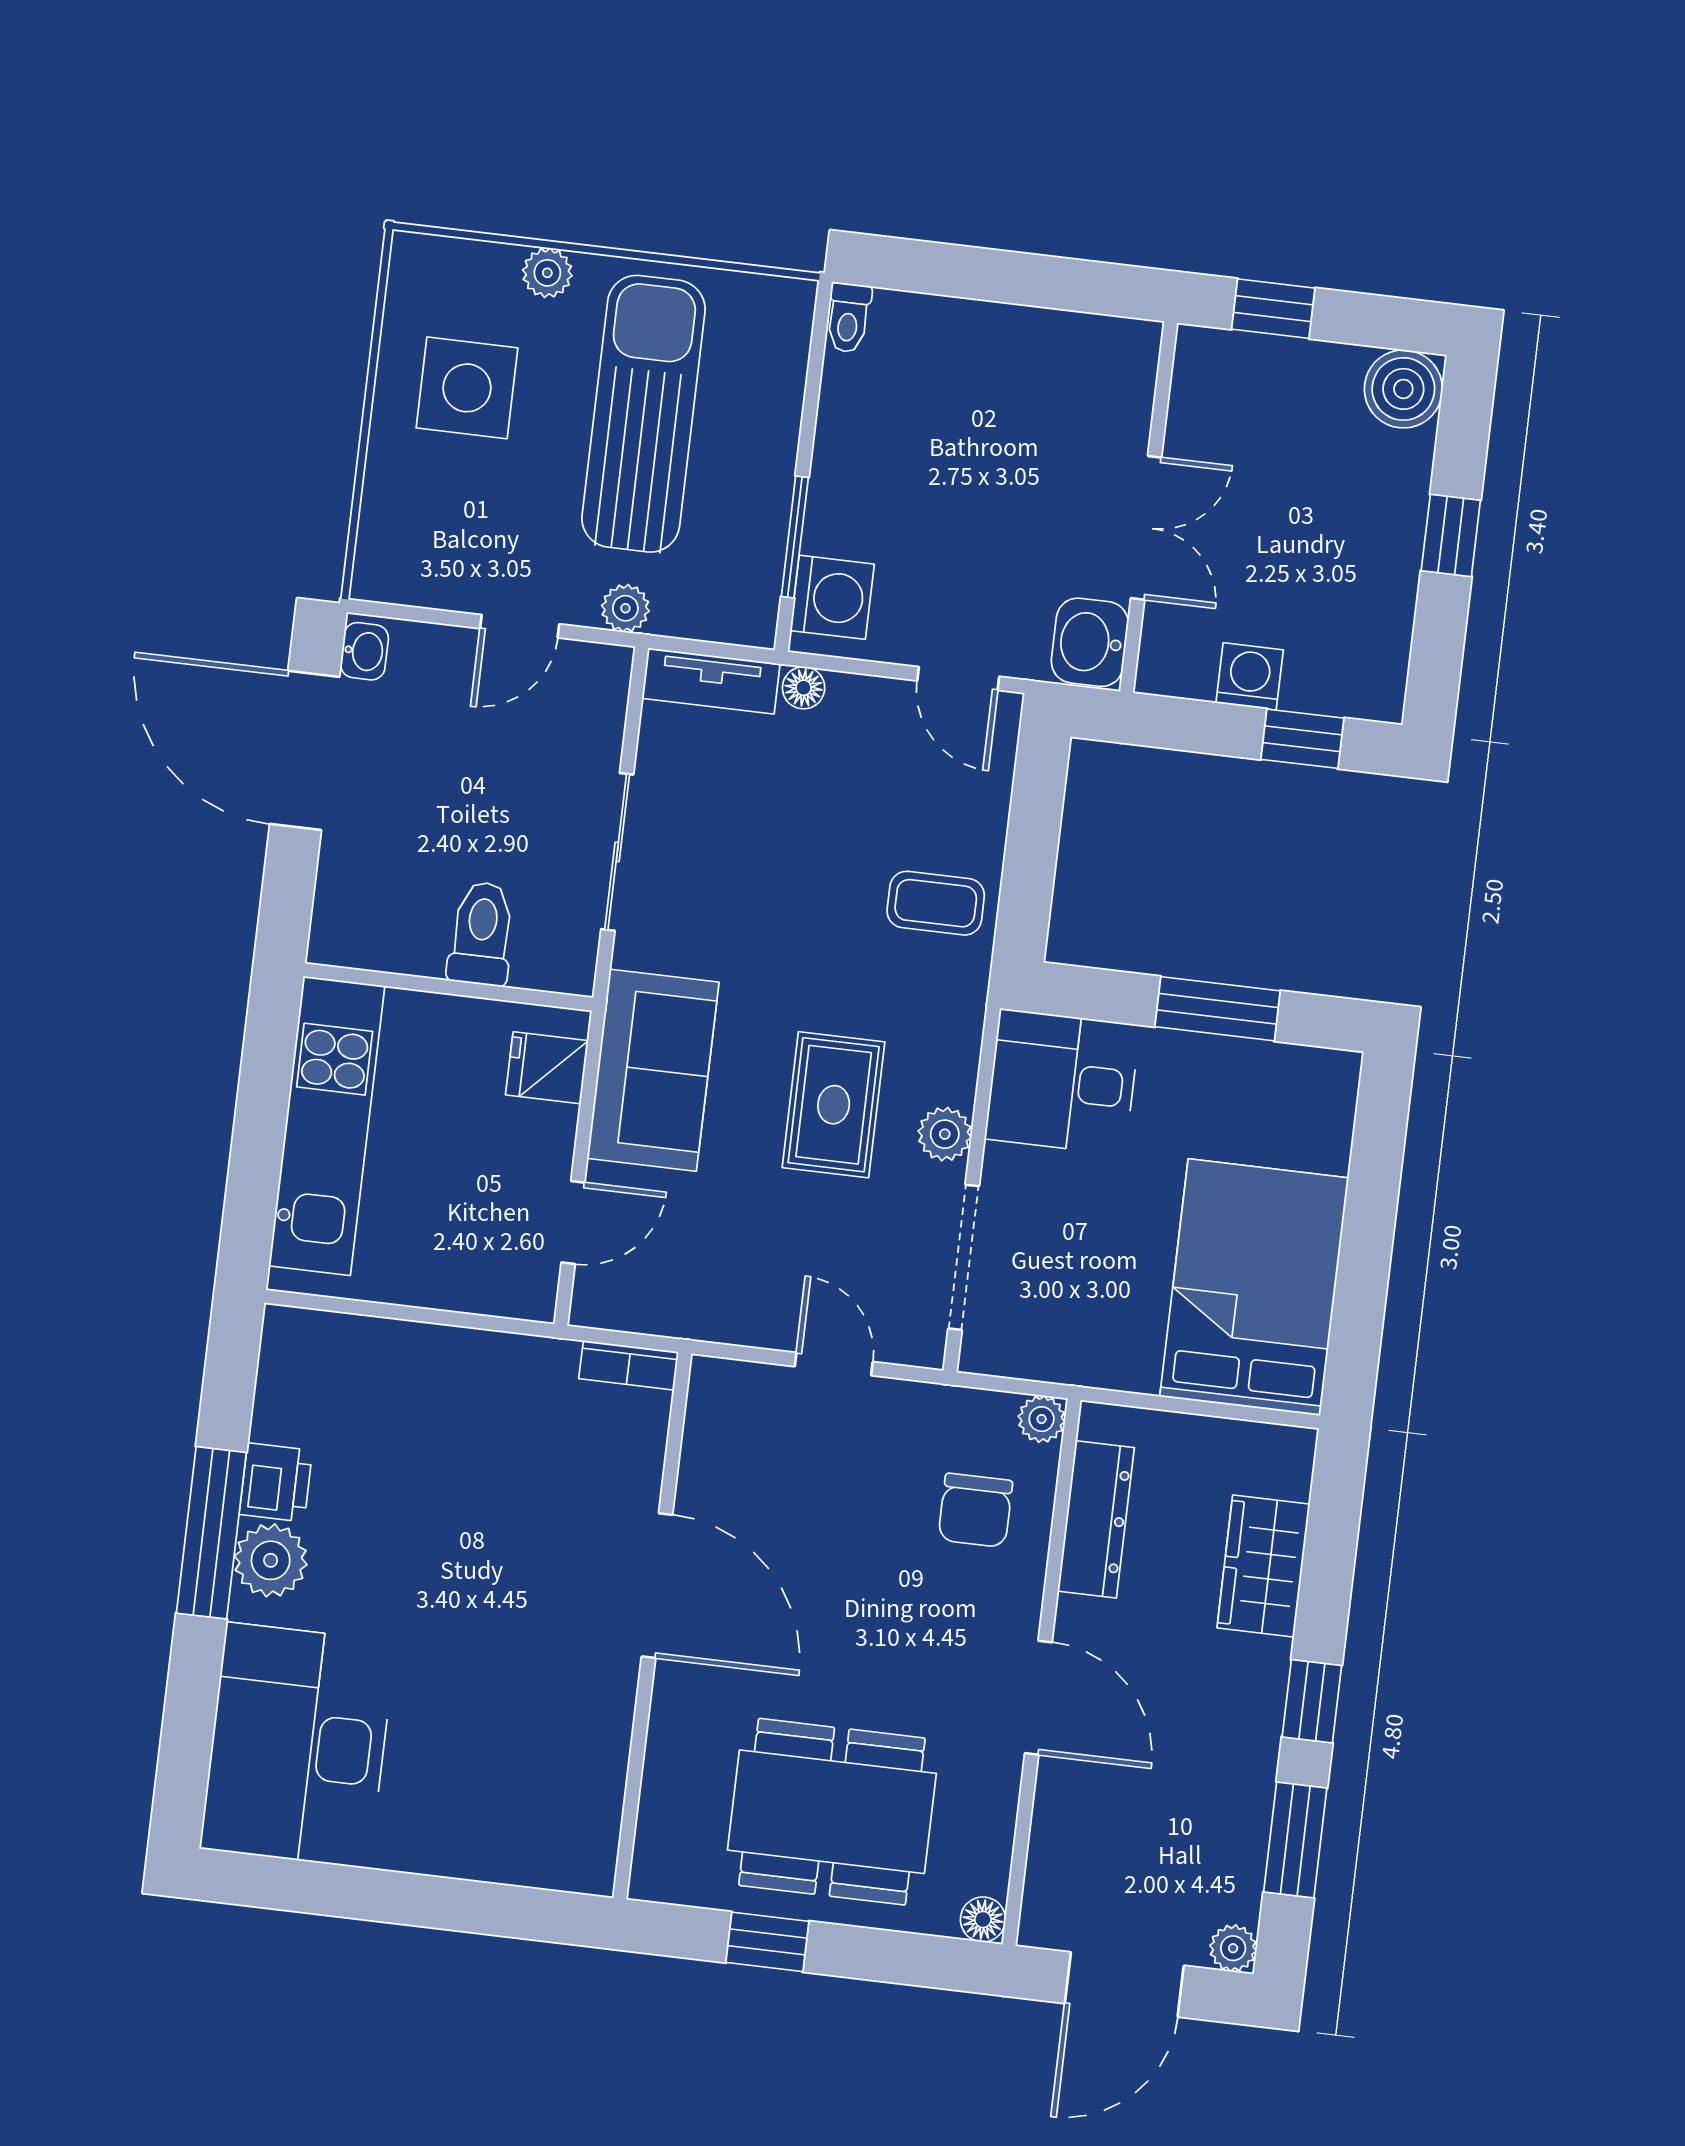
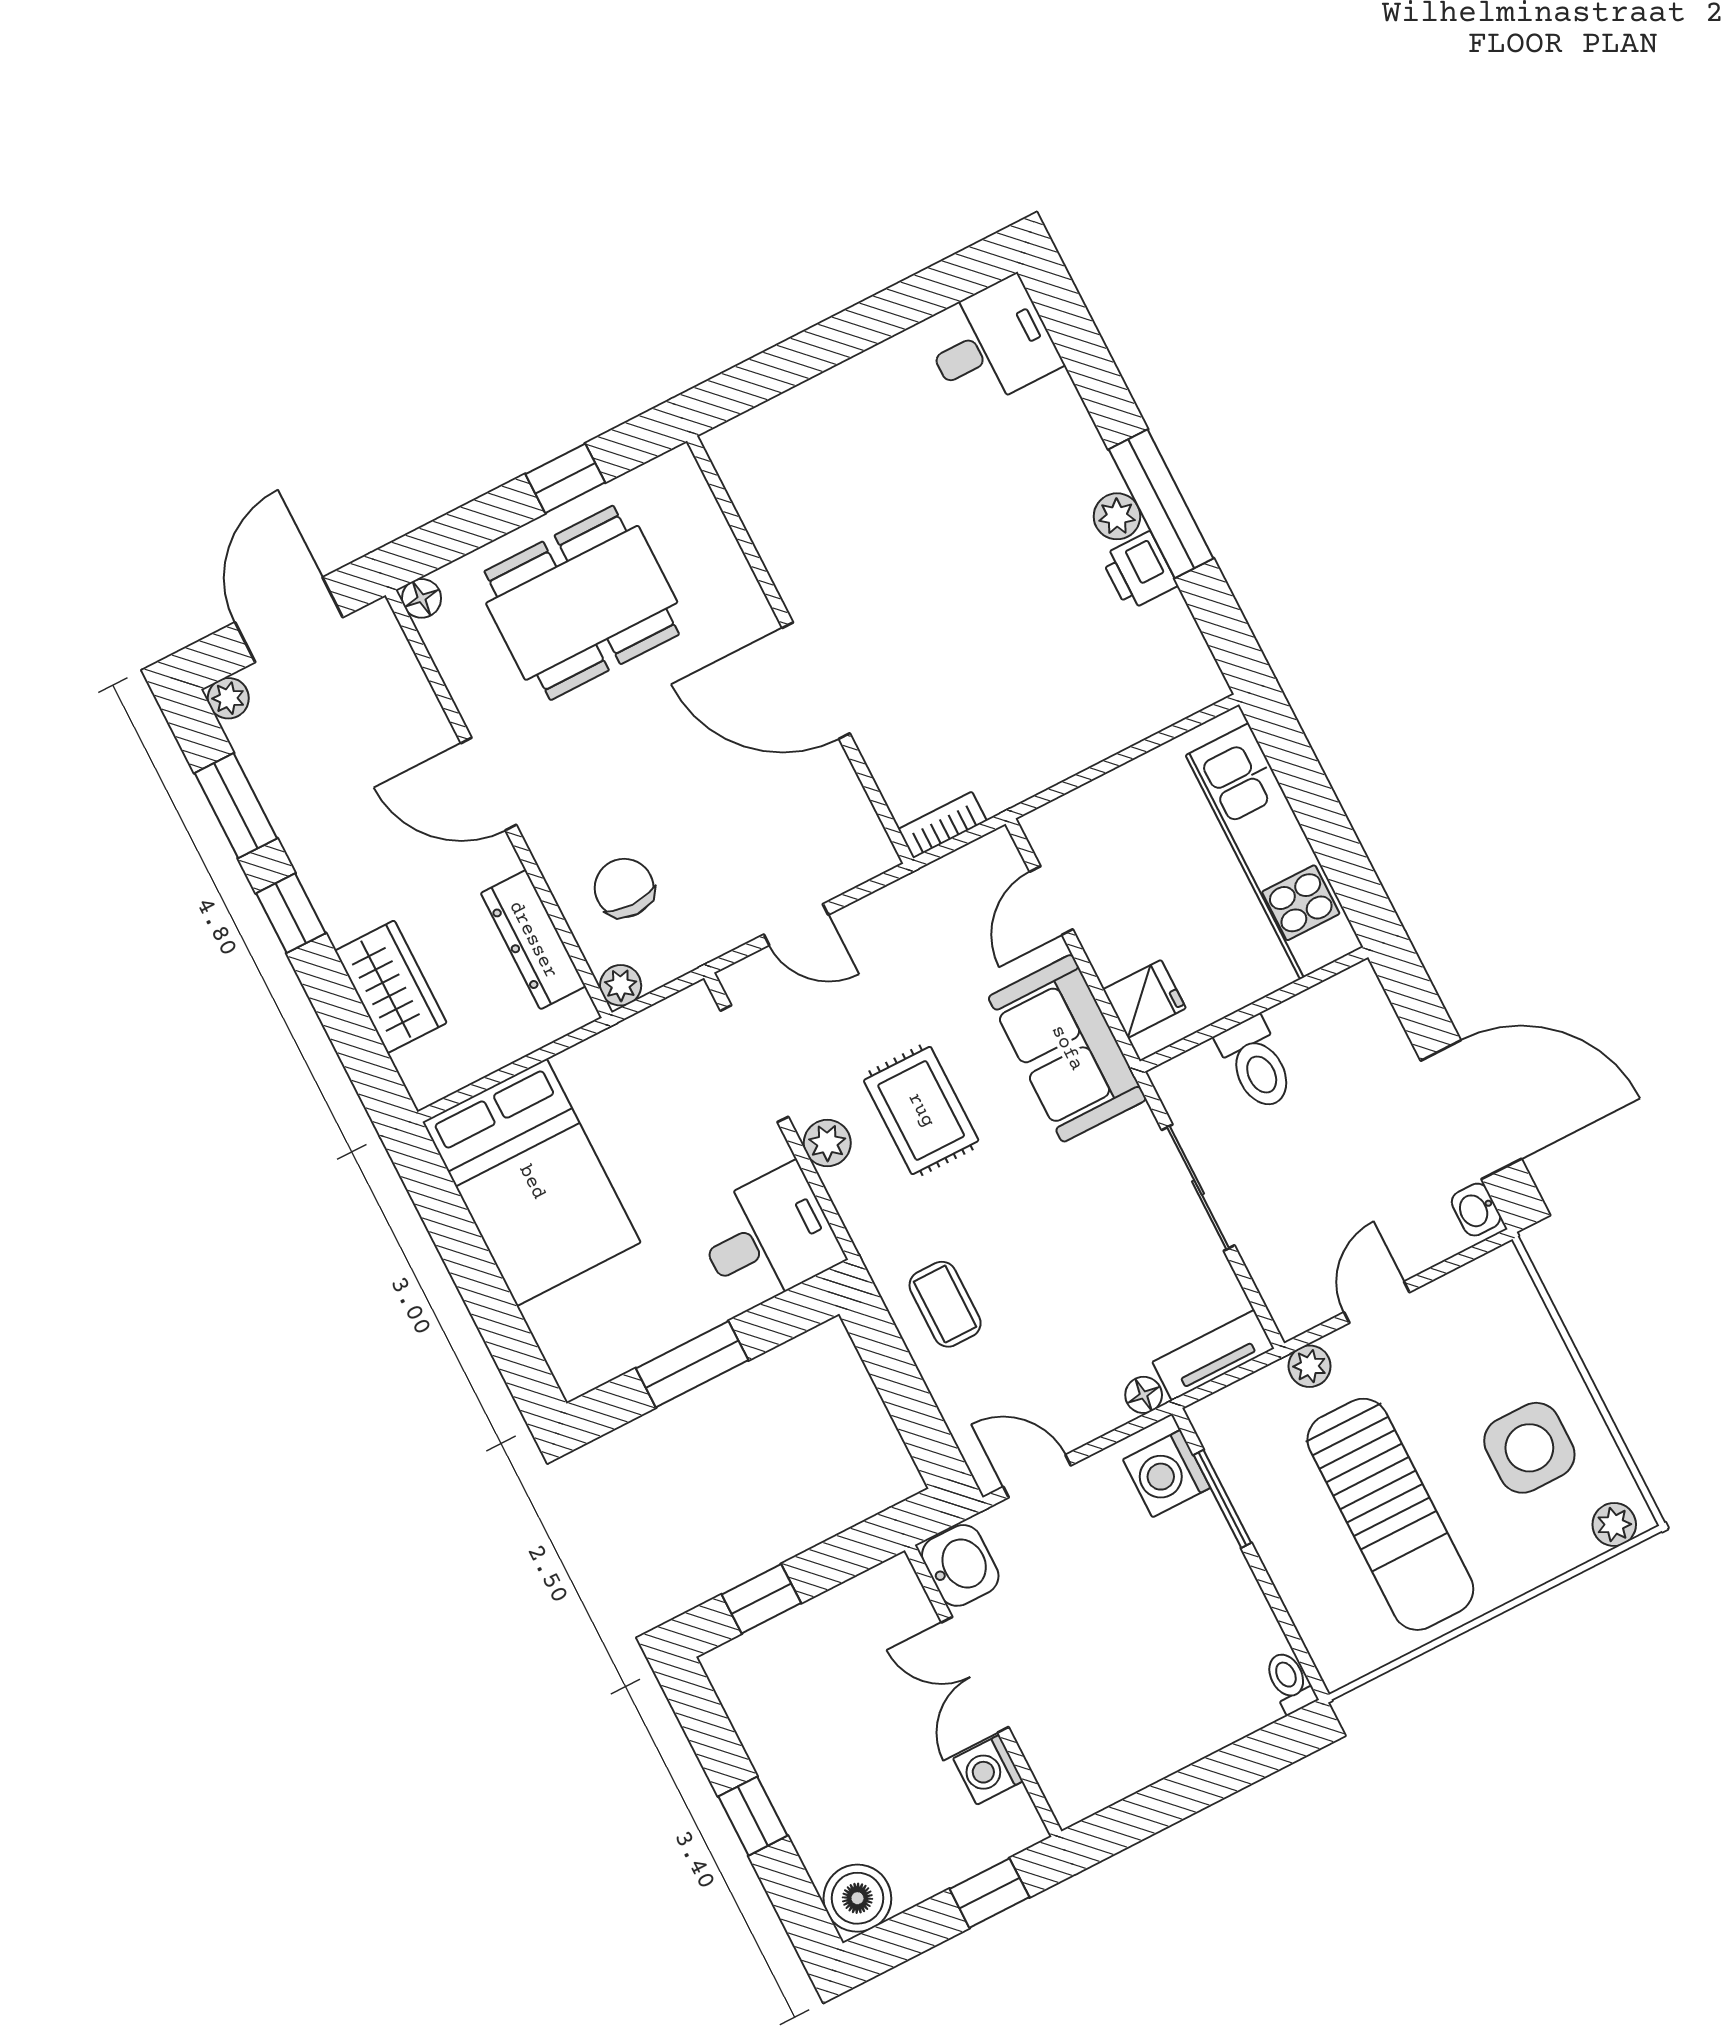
plant: (547, 273) -> (1614, 1525), moved
washing machine: (1250, 676) -> (988, 1770), moved, turned 90
coffee table: (936, 903) -> (945, 1304), turned 90
plant: (271, 1560) -> (1117, 516), width x0.73, depth x0.73
desk: (298, 1745) -> (991, 344), width x0.53, depth x0.77

